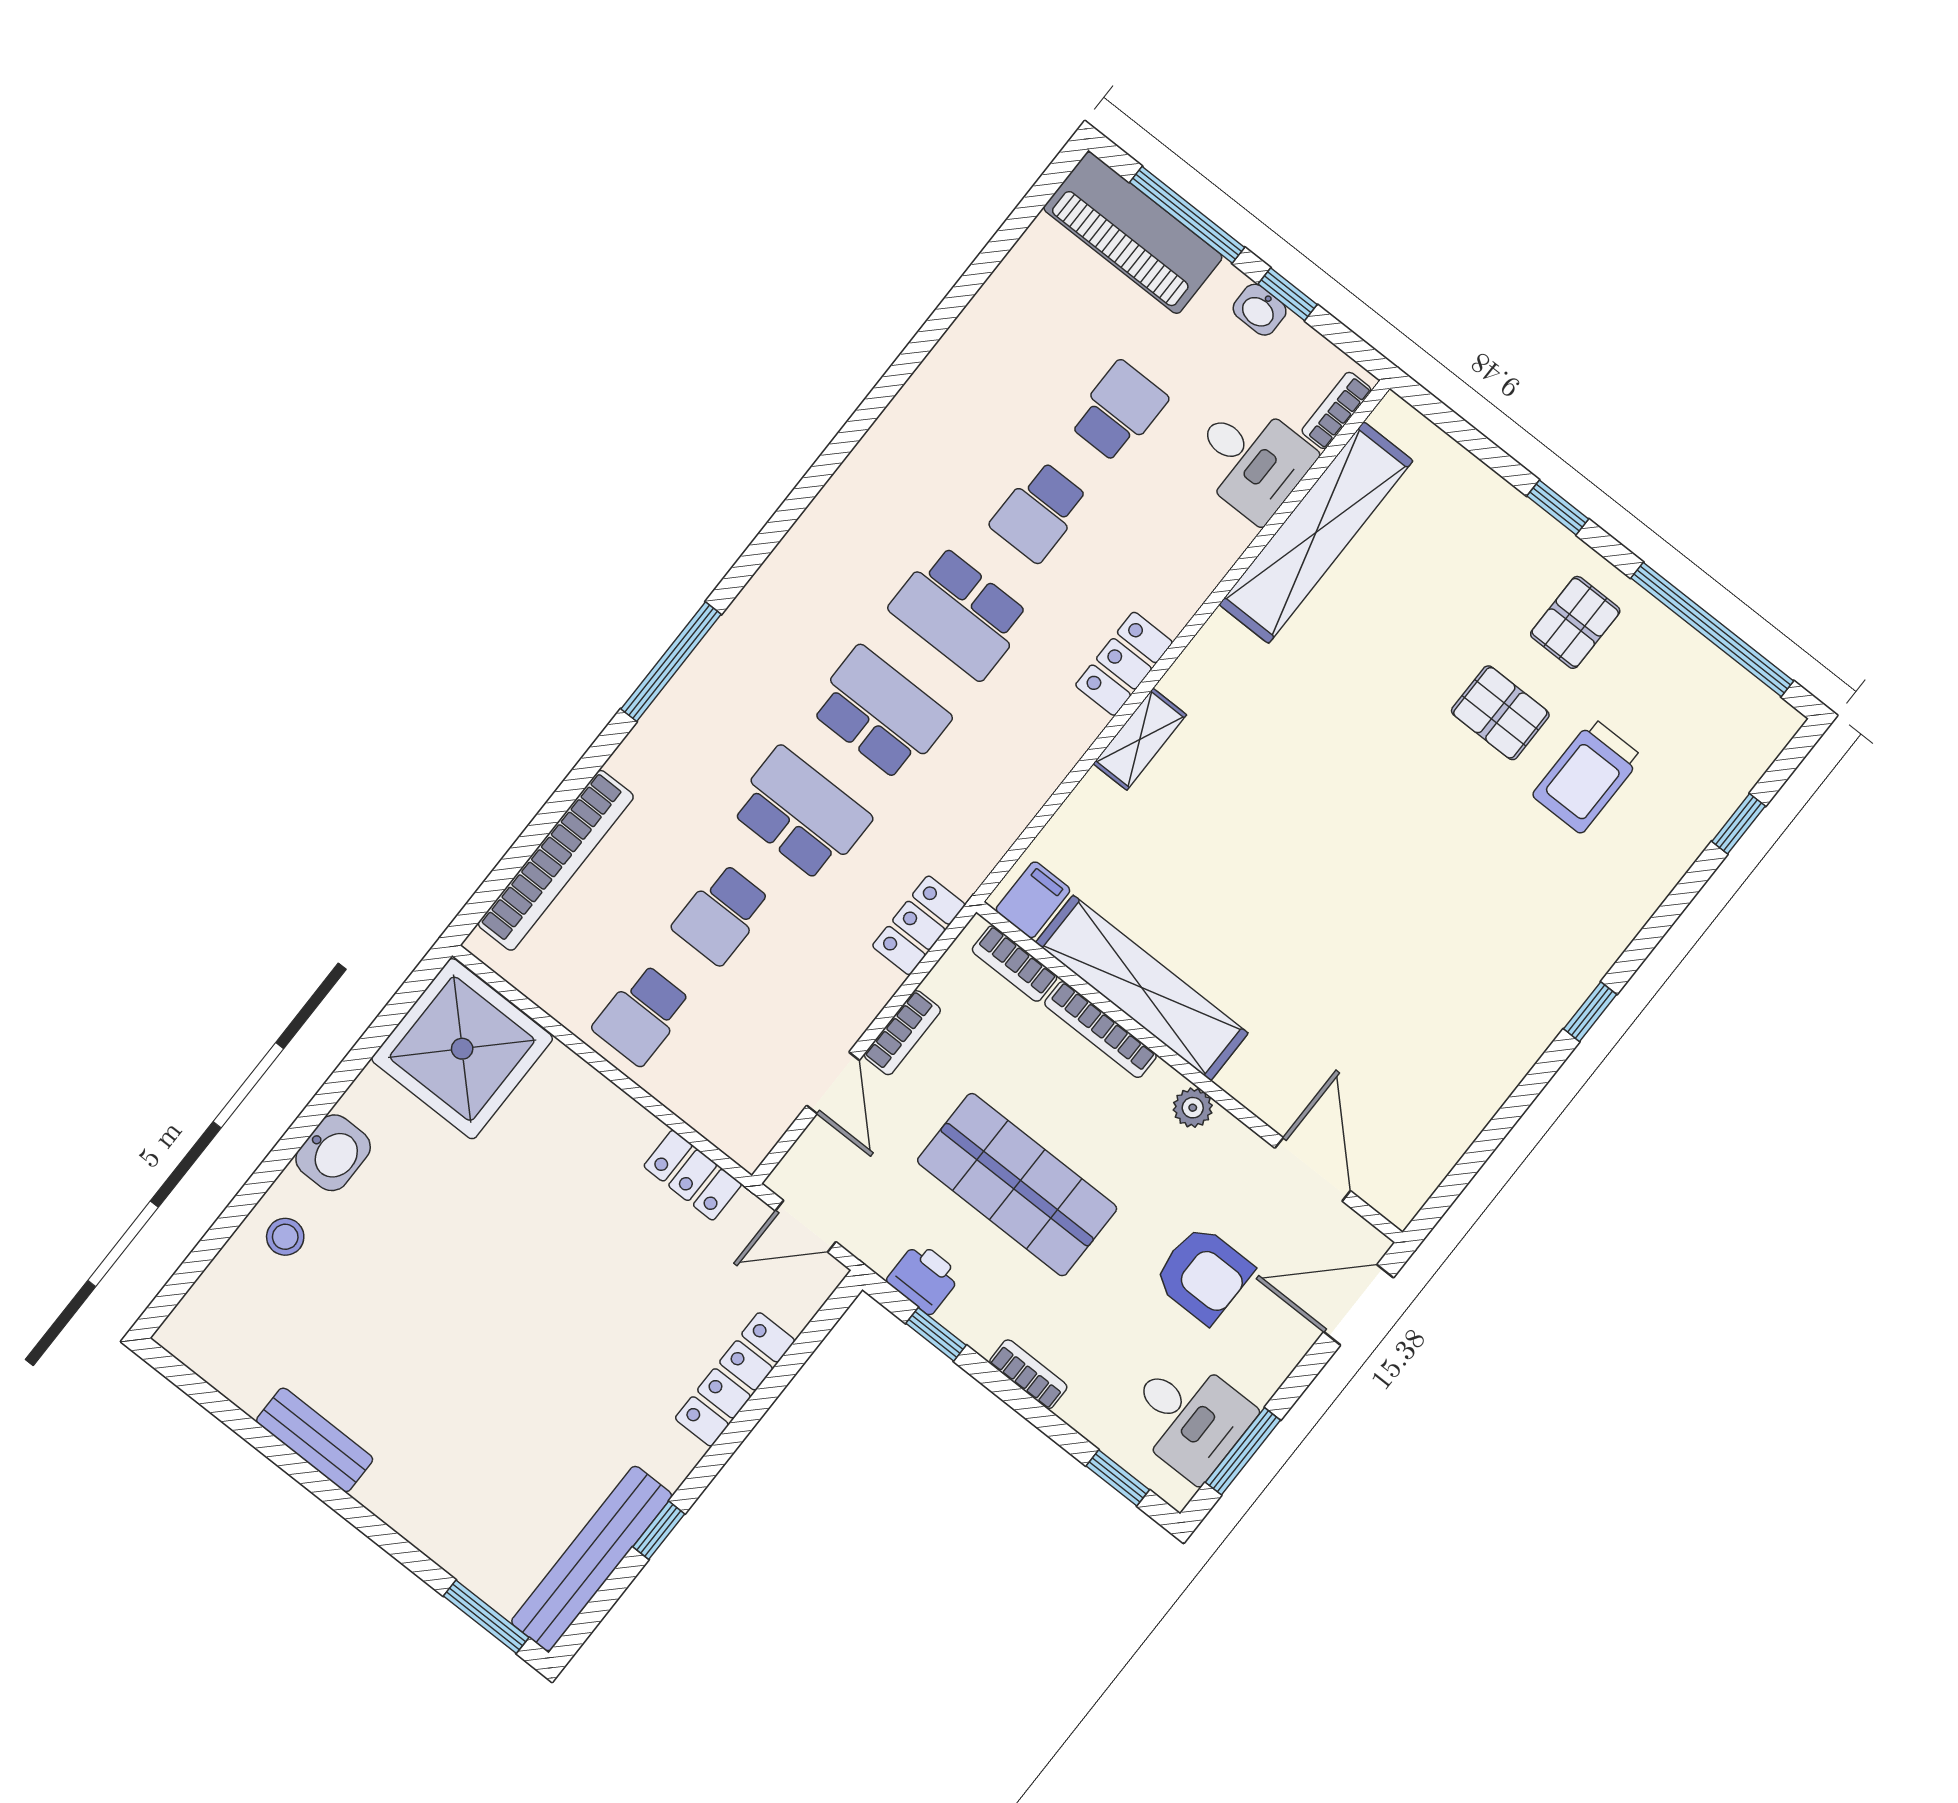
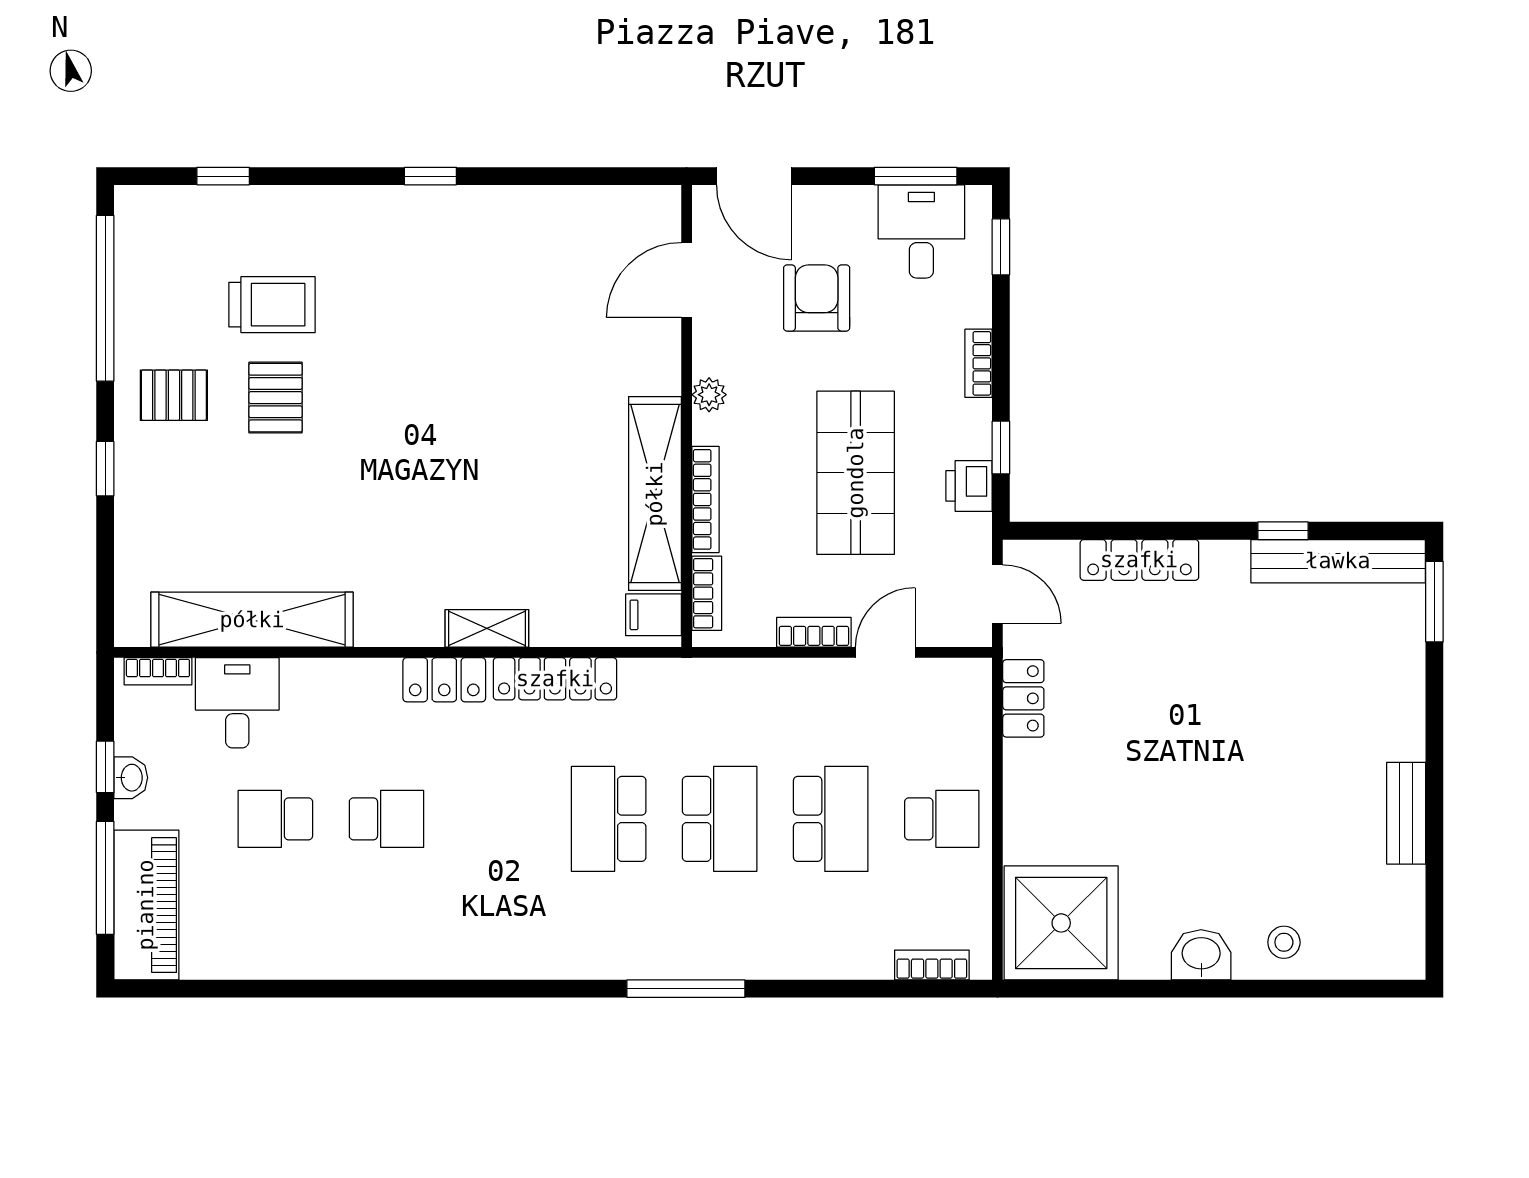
school desk: (960, 613) -> (498, 819), removed
school desk: (801, 814) -> (720, 819), turned 180
bookcase: (556, 860) -> (932, 965), width x0.43, depth x0.76
school desk: (721, 914) -> (831, 819), width x1.85
locker: (919, 925) -> (555, 679), moved, width x1.53

